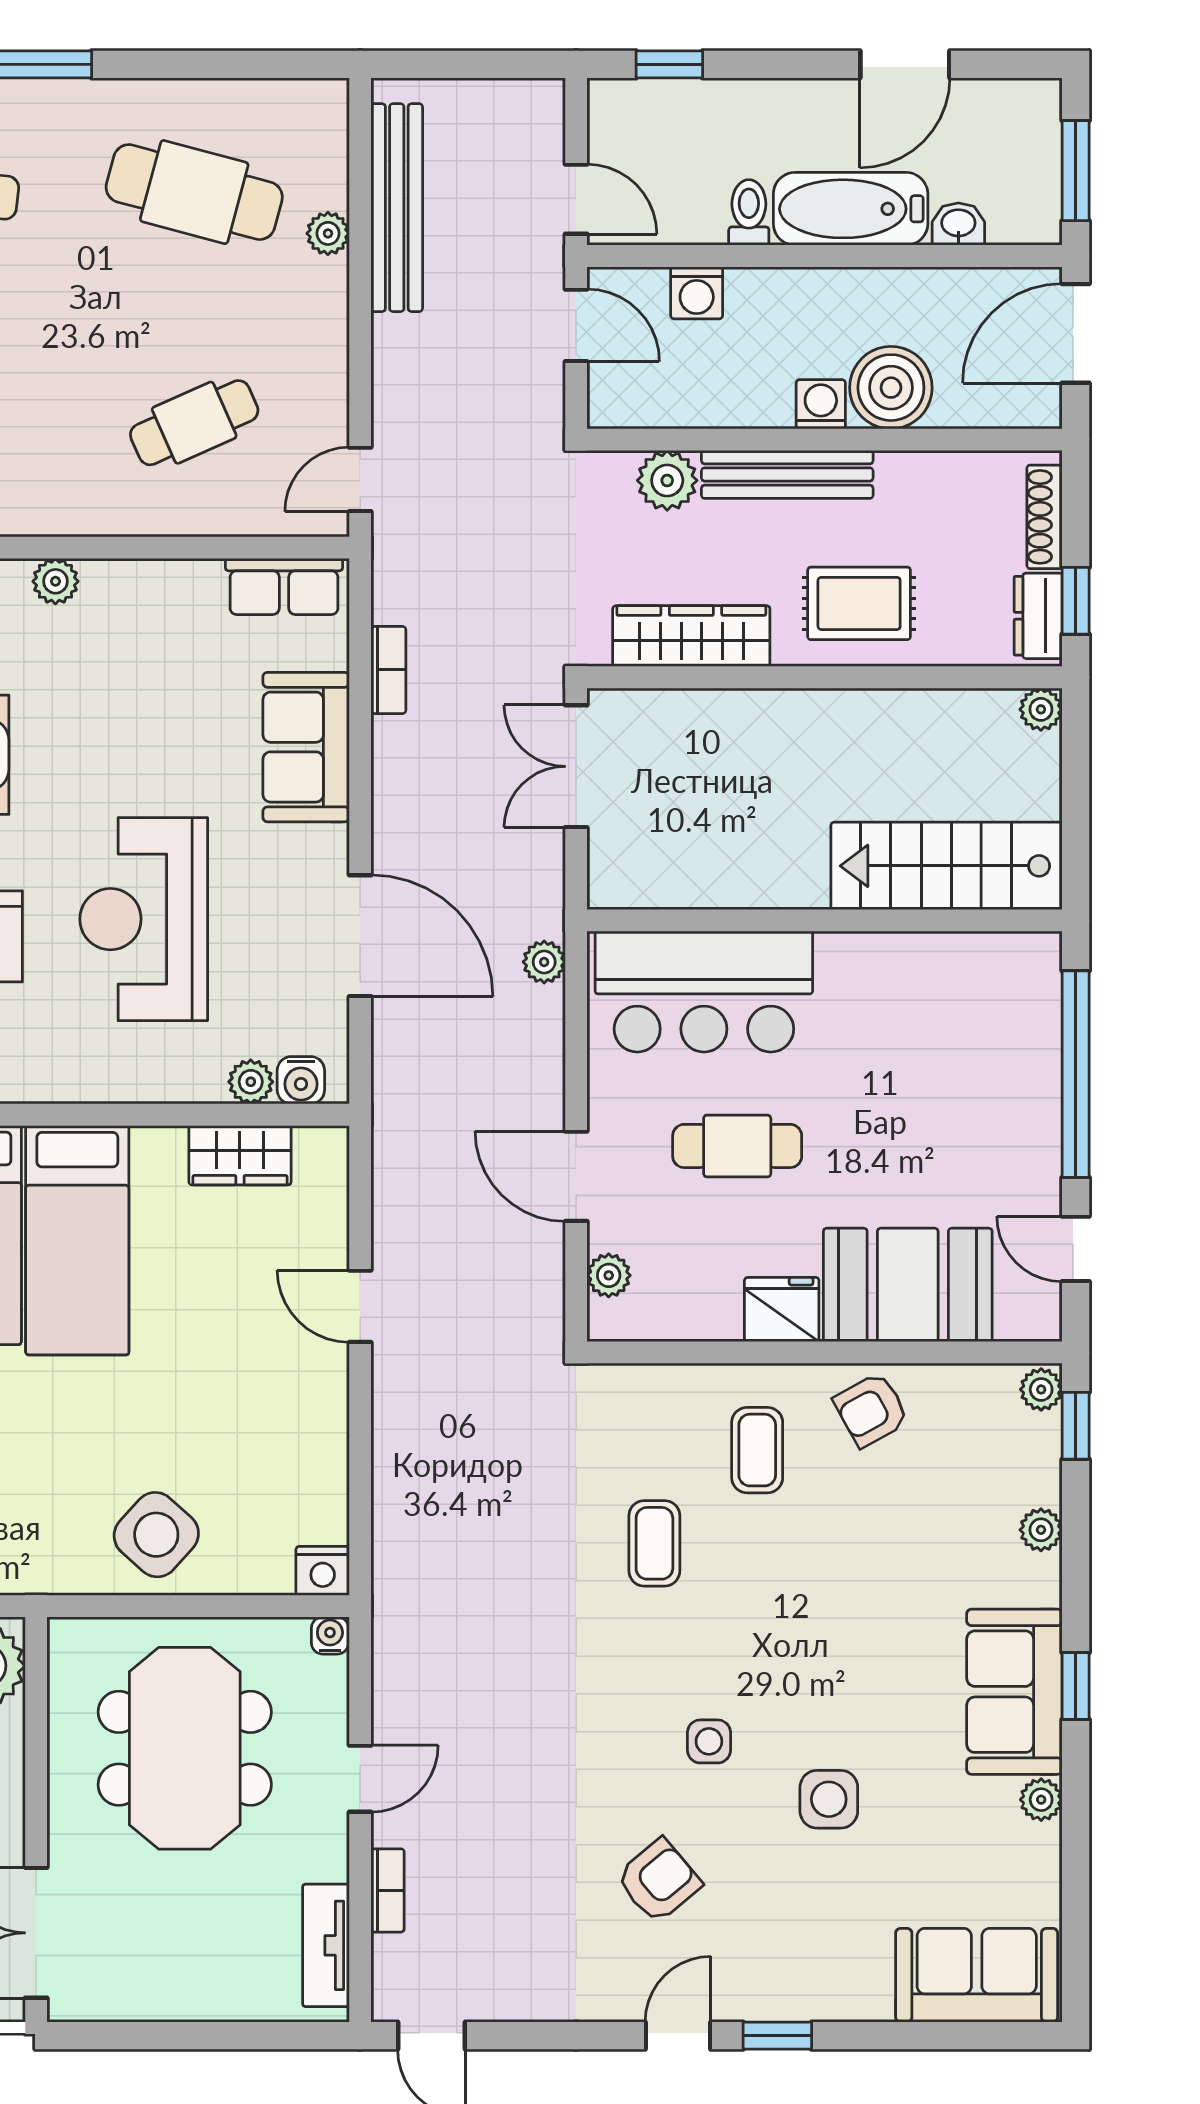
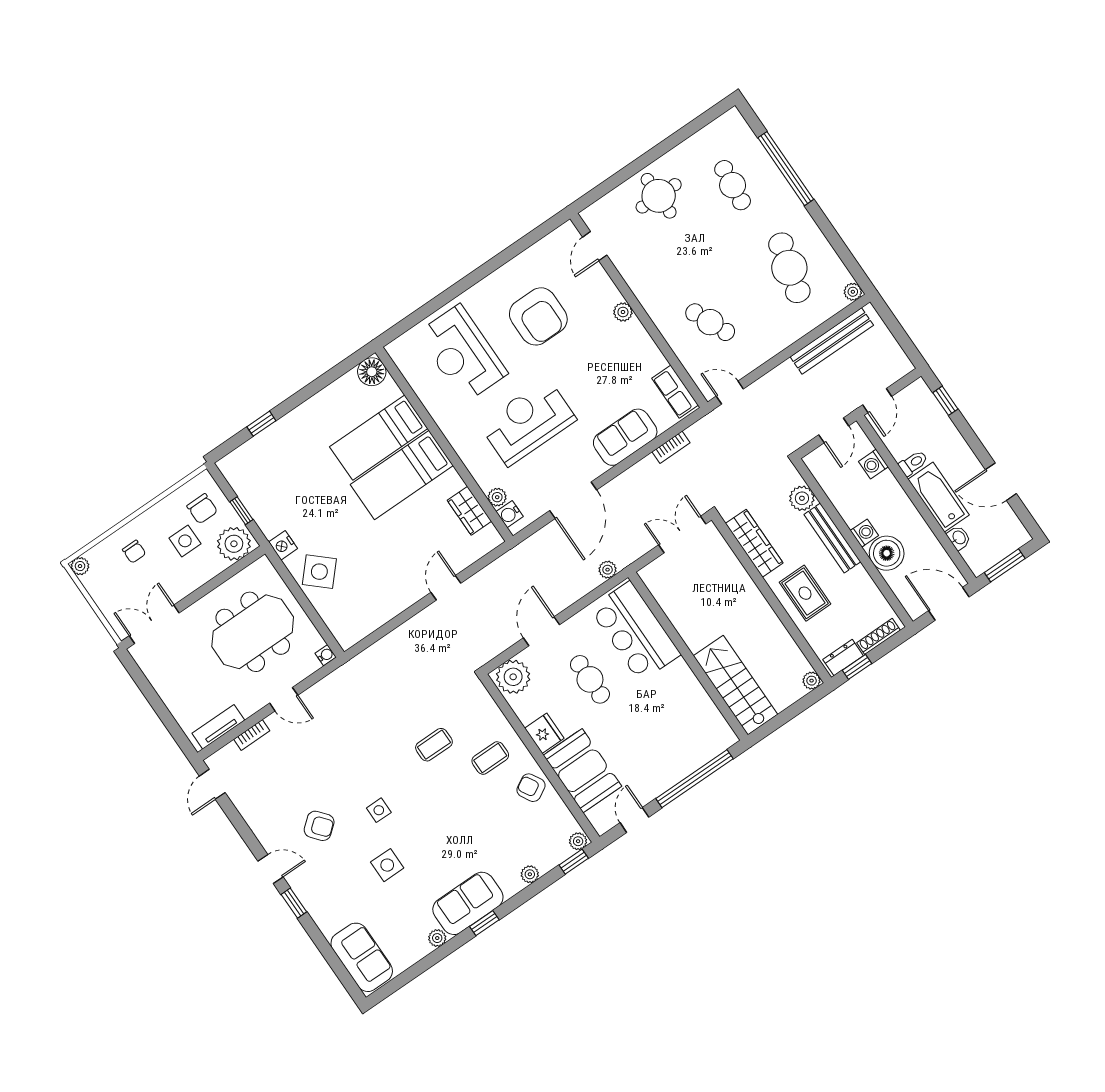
plant: (328, 233) -> (853, 292), moved
plant: (609, 1275) -> (513, 677), width x1.88, depth x1.88
nightstand: (323, 1571) -> (283, 545), moved

